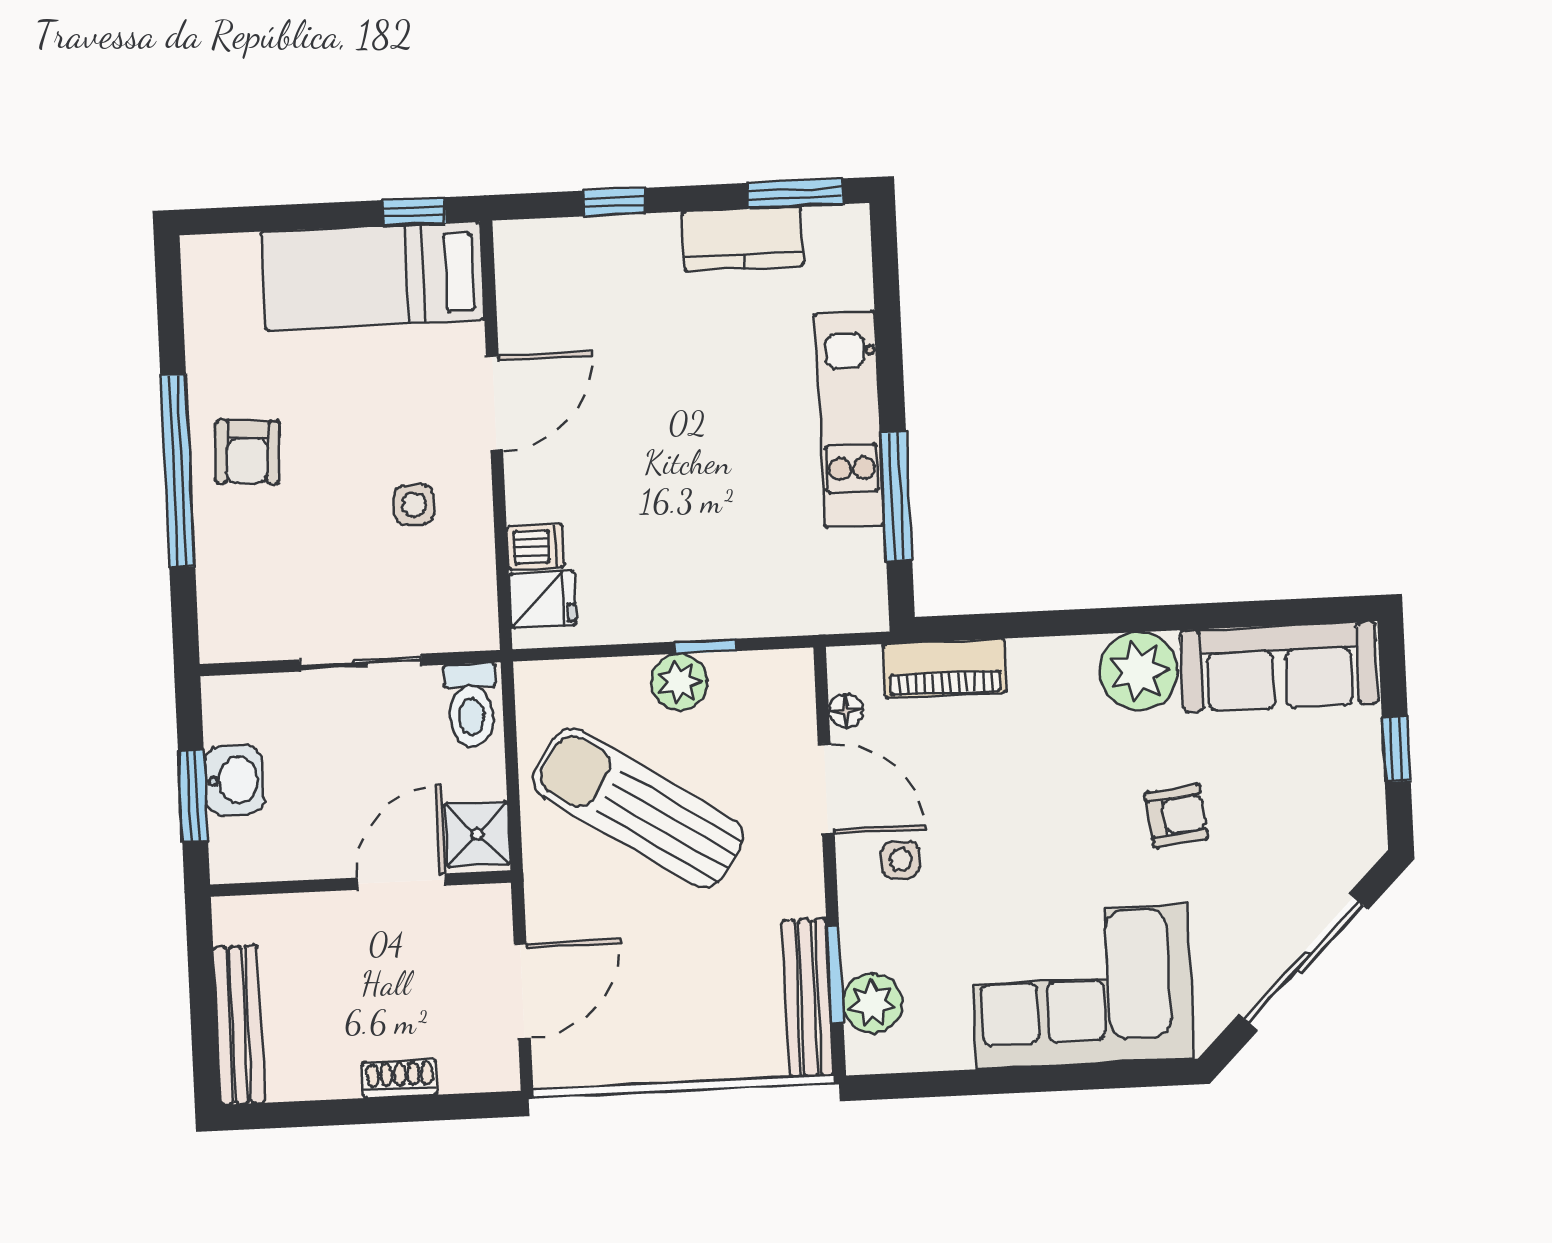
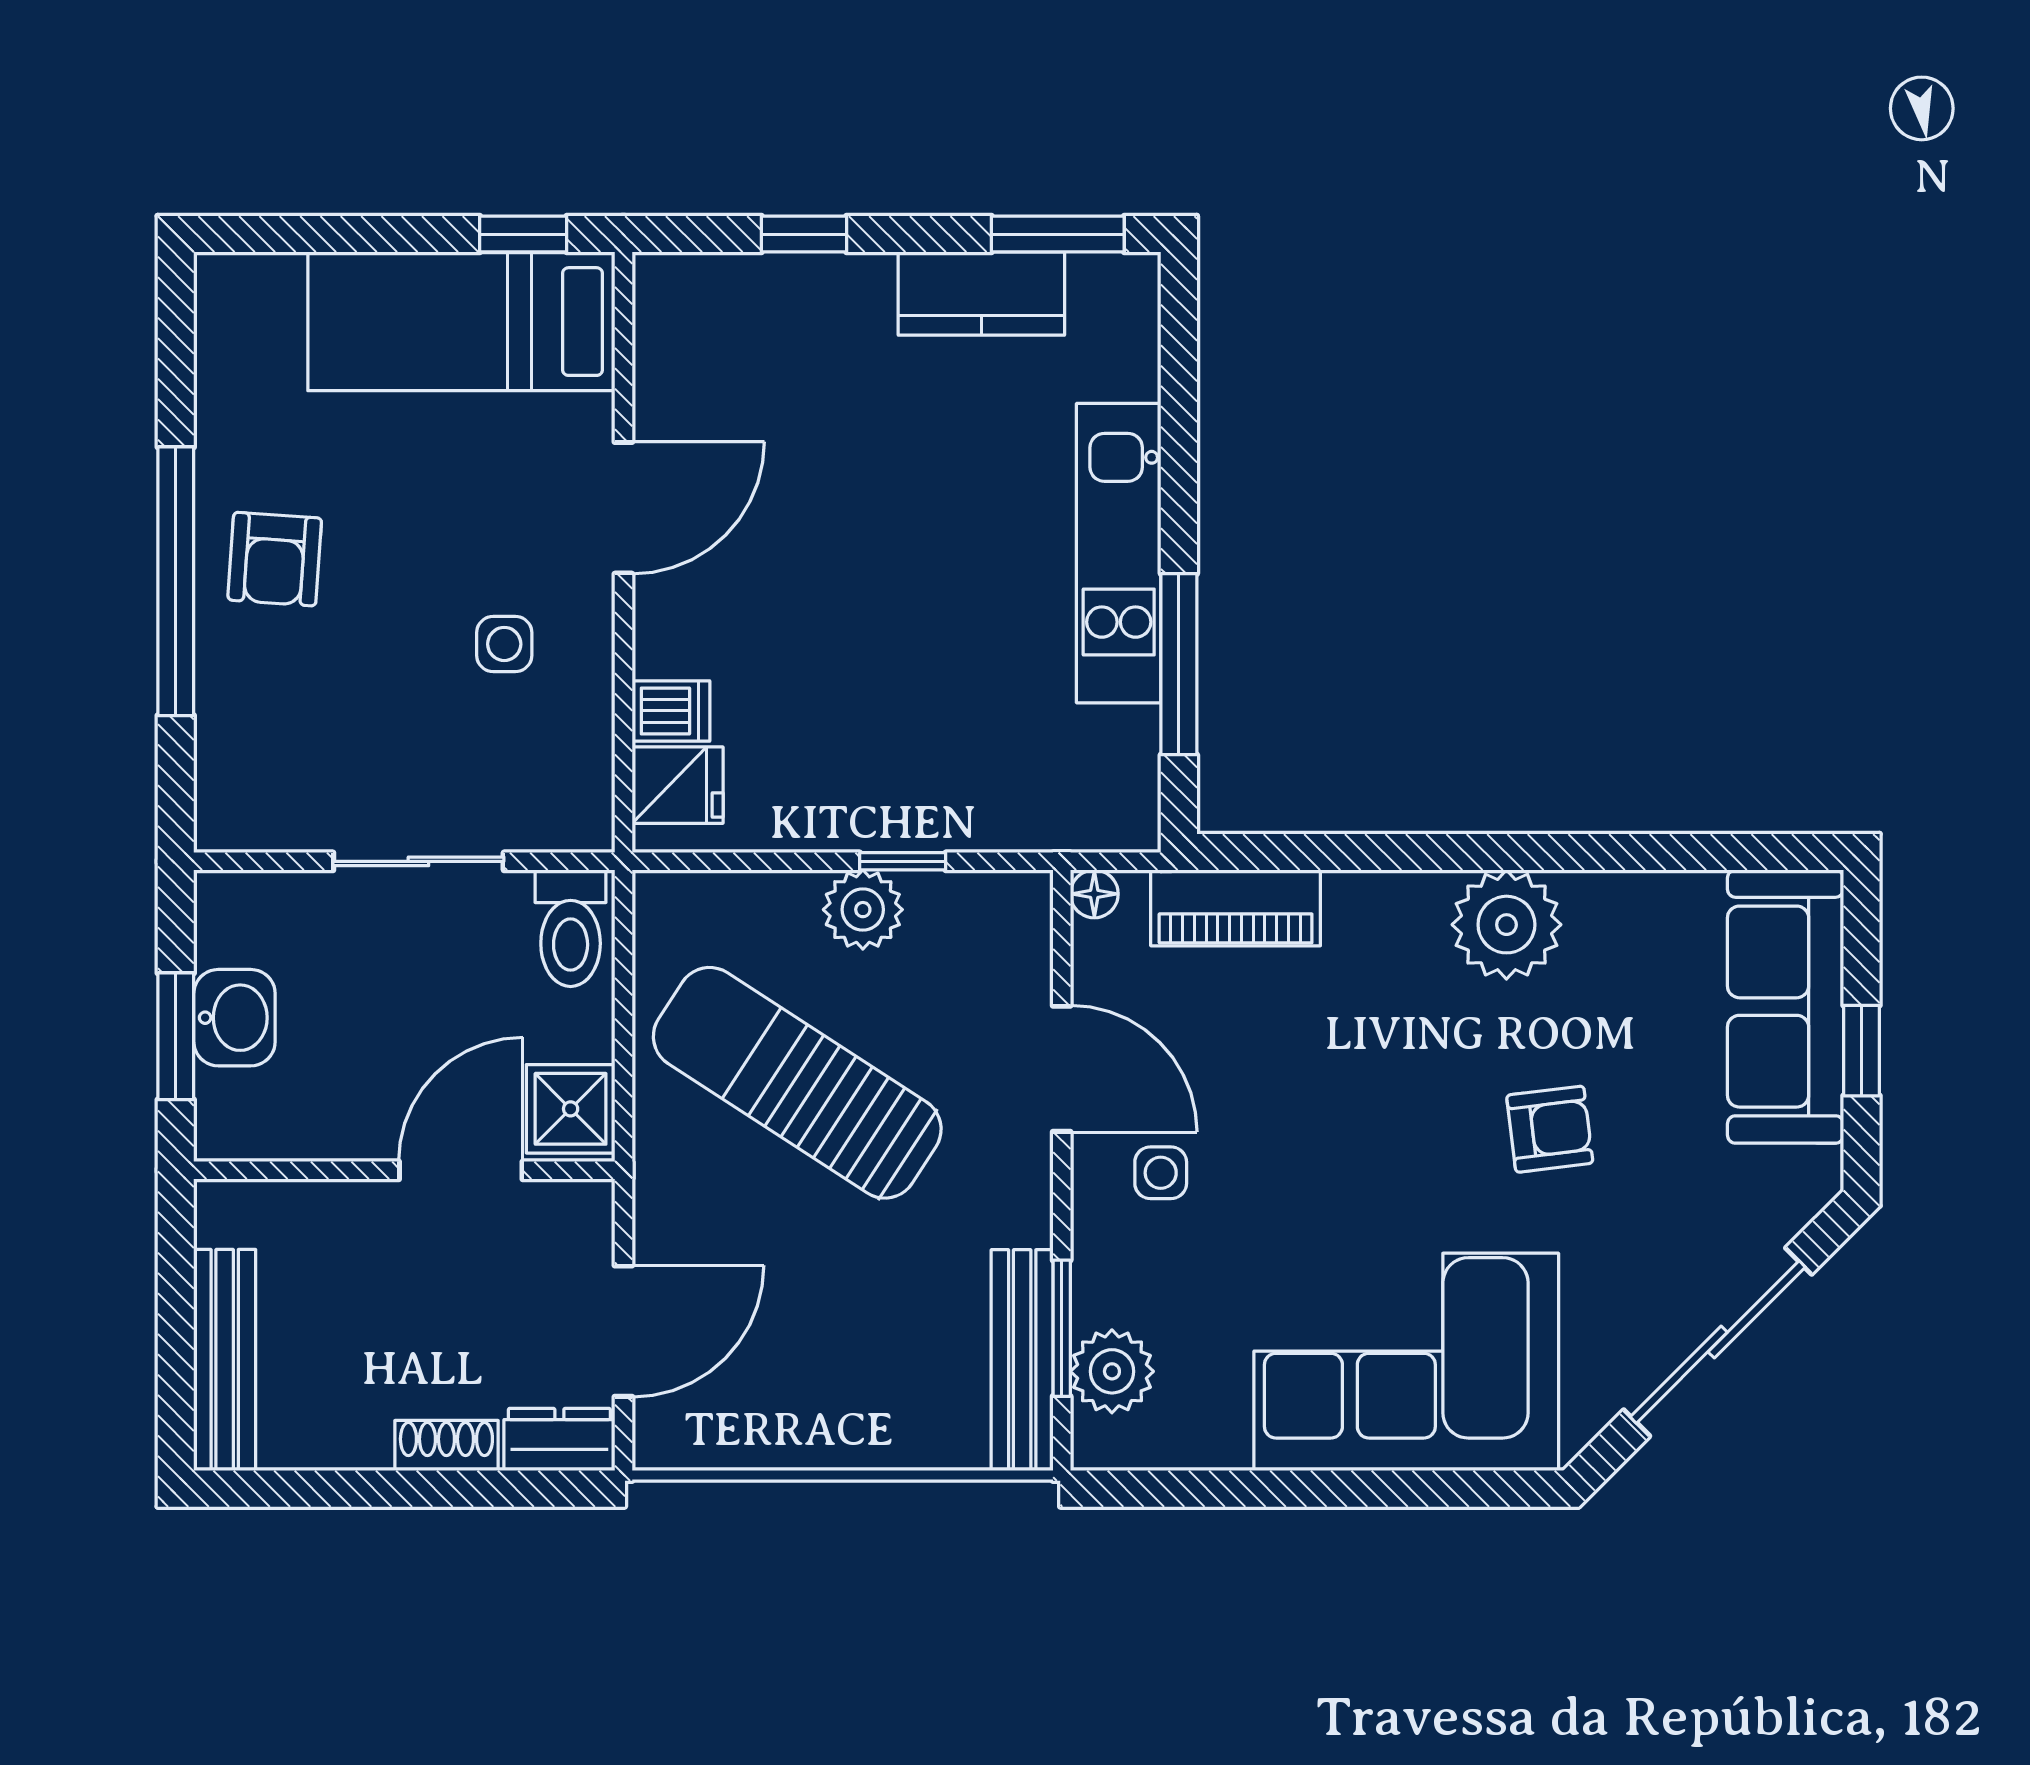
sofa: (1279, 667) -> (1785, 1007), moved, turned 90
floor lamp: (846, 711) -> (1094, 894), moved
dresser: (480, 1070) -> (559, 1439), added

